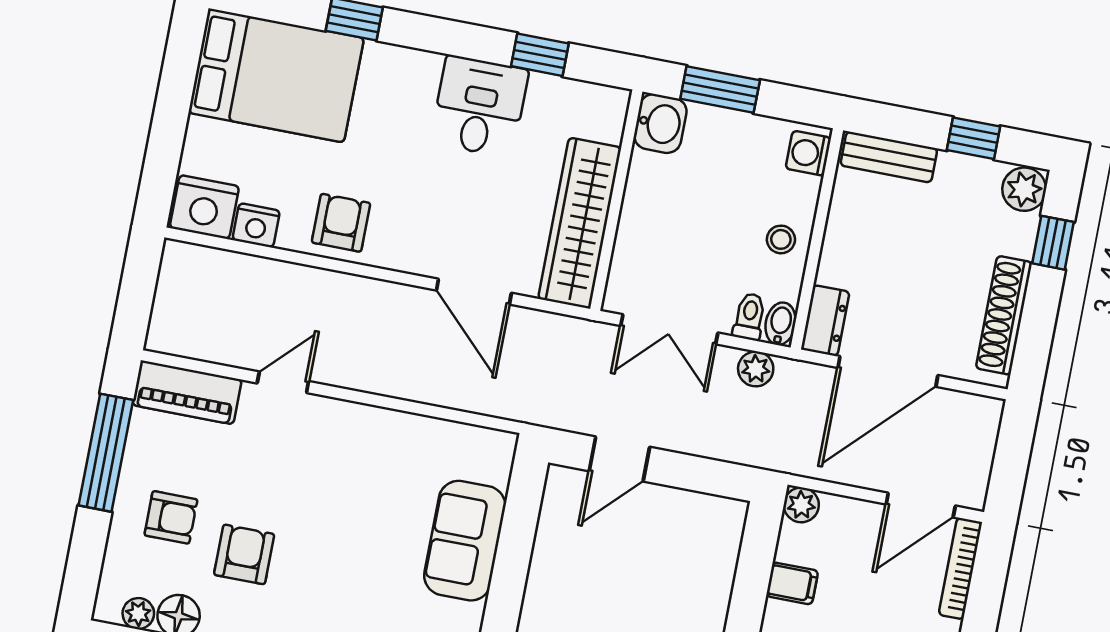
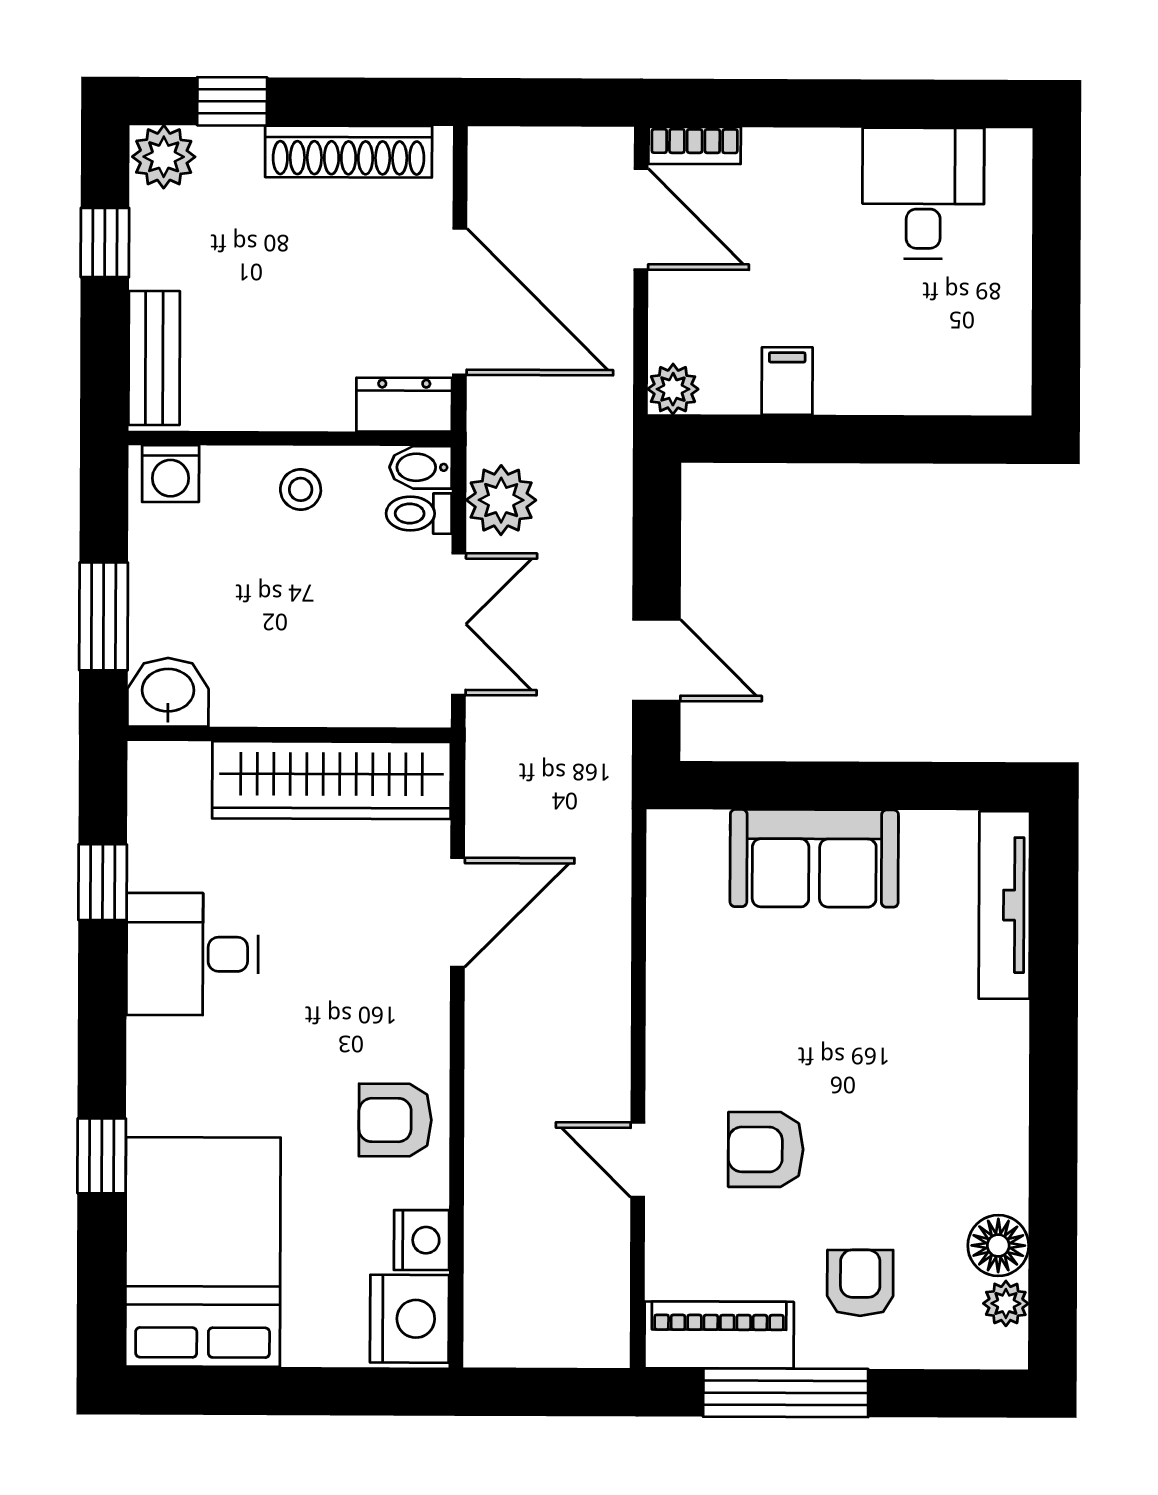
plant: (756, 369) -> (501, 500), width x1.38, depth x1.38
piano: (187, 392) -> (719, 1335), moved, turned -90
armchair: (244, 554) -> (766, 1149), moved
bookcase: (960, 568) -> (695, 145), width x0.64

